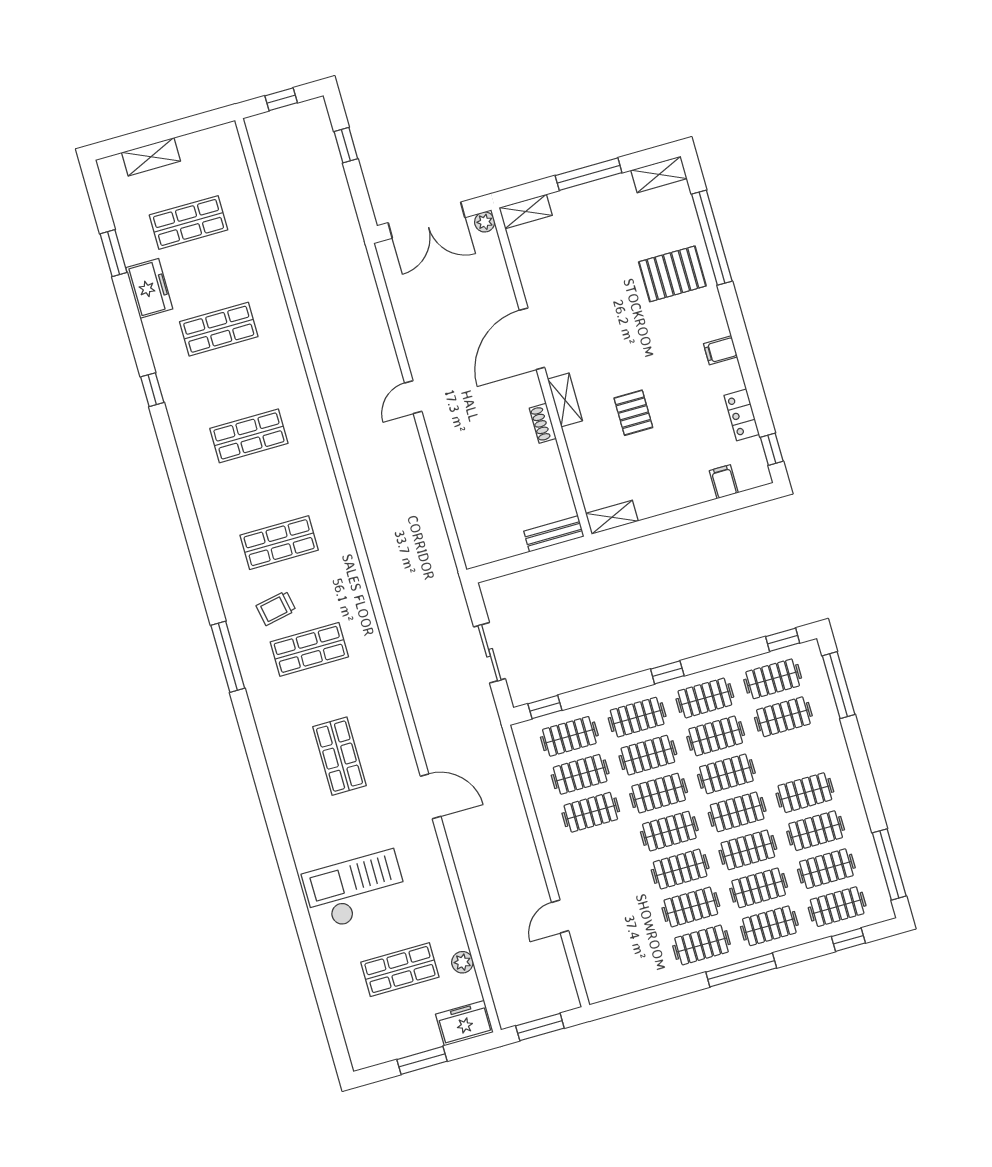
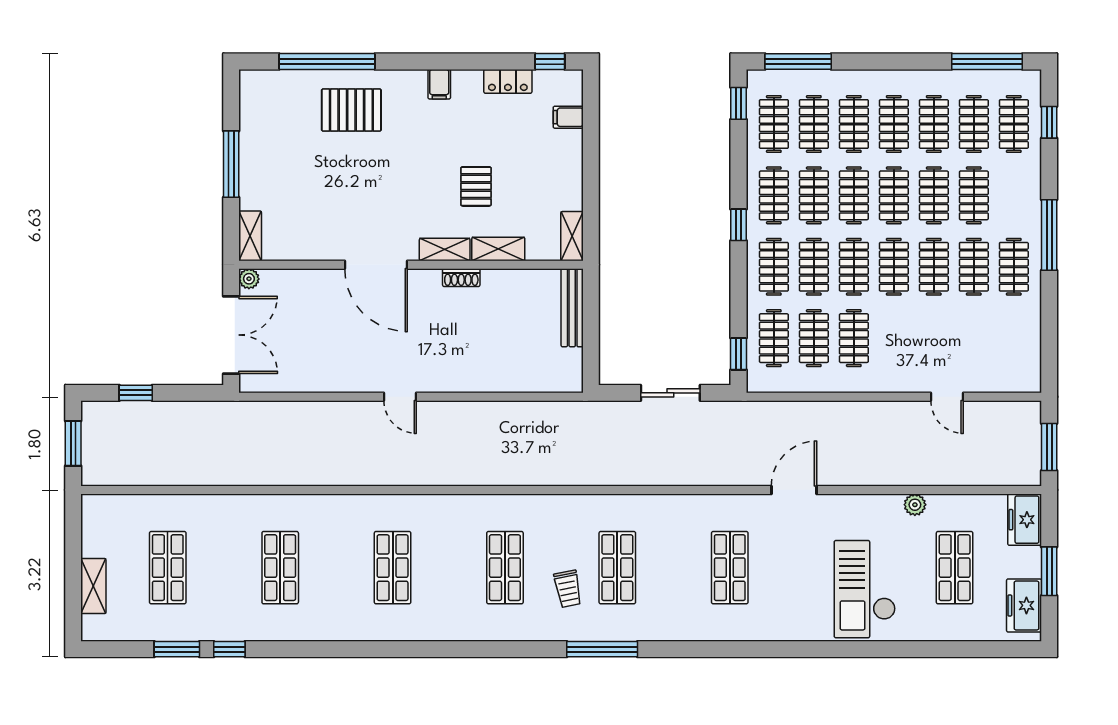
window: (281, 99) -> (73, 443), width x1.50
shelving: (659, 174) -> (498, 249), moved, turned 90
pallet: (672, 274) -> (351, 110), turned 90
freezer: (149, 288) -> (1024, 605), moved, turned -90
window: (152, 390) -> (229, 649), moved
pallet: (633, 413) -> (476, 186), turned 90
bench: (554, 534) -> (572, 308), width x1.36
shop shelf: (340, 756) -> (730, 568), turned 90
clothes rail: (769, 926) -> (854, 124), moved
plant: (462, 962) -> (915, 505), moved

